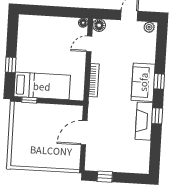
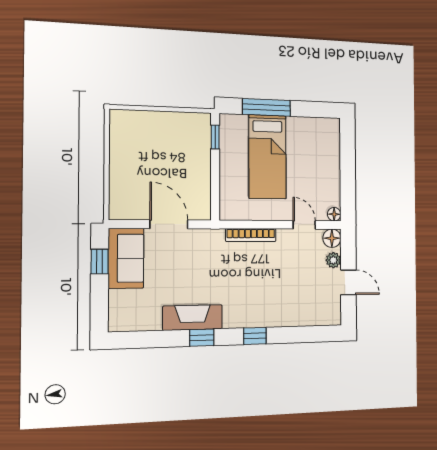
plant: (149, 27) -> (333, 260), moved
window: (11, 65) -> (267, 107), width x2.17
sofa: (143, 82) -> (126, 258), moved, turned 90
bed: (42, 86) -> (268, 157), moved

